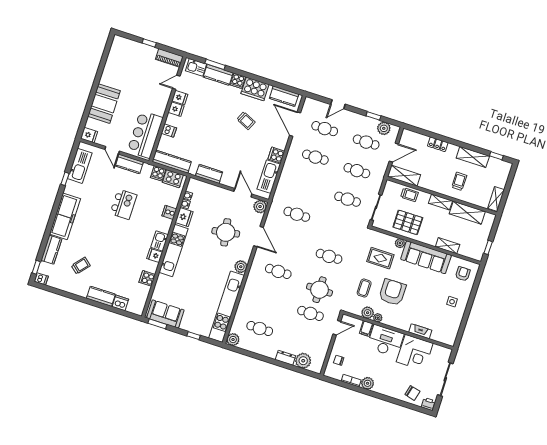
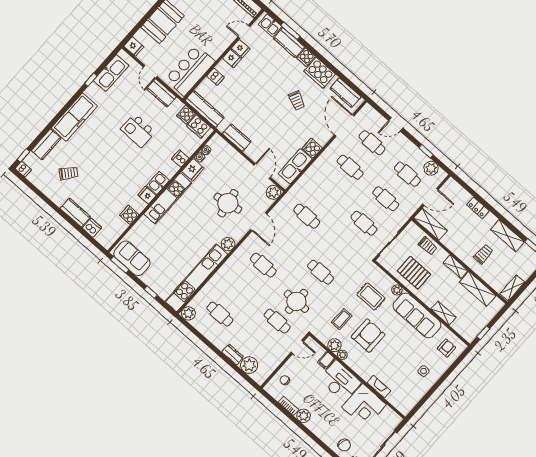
kitchen island: (123, 204) -> (138, 131), turned 90

